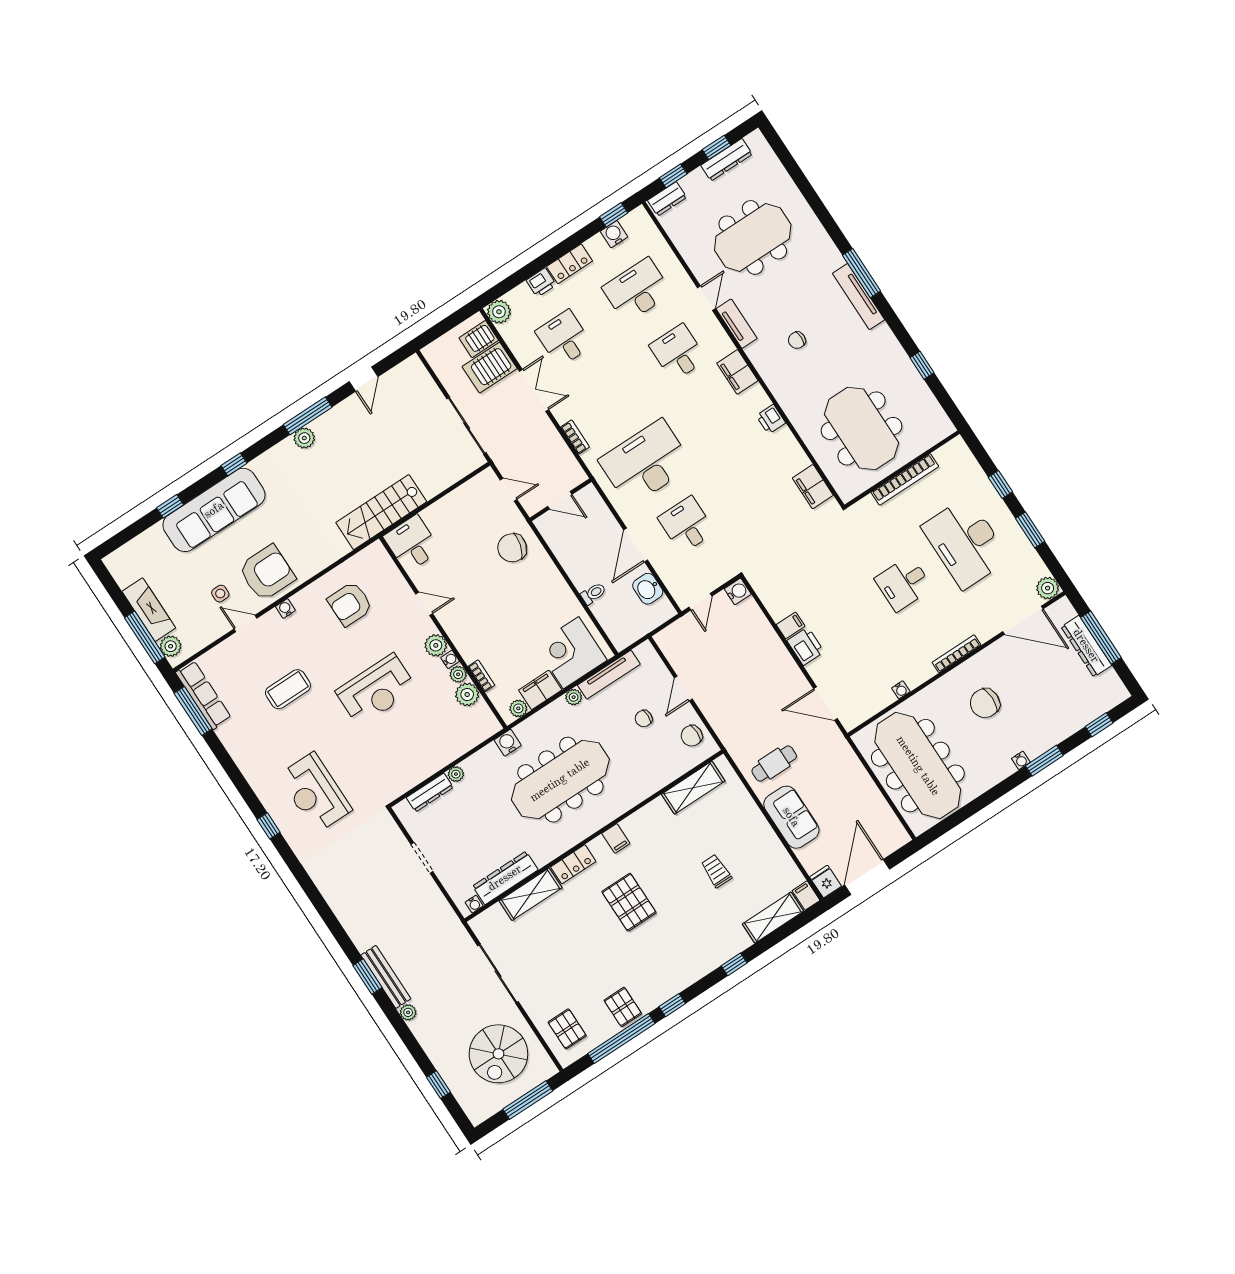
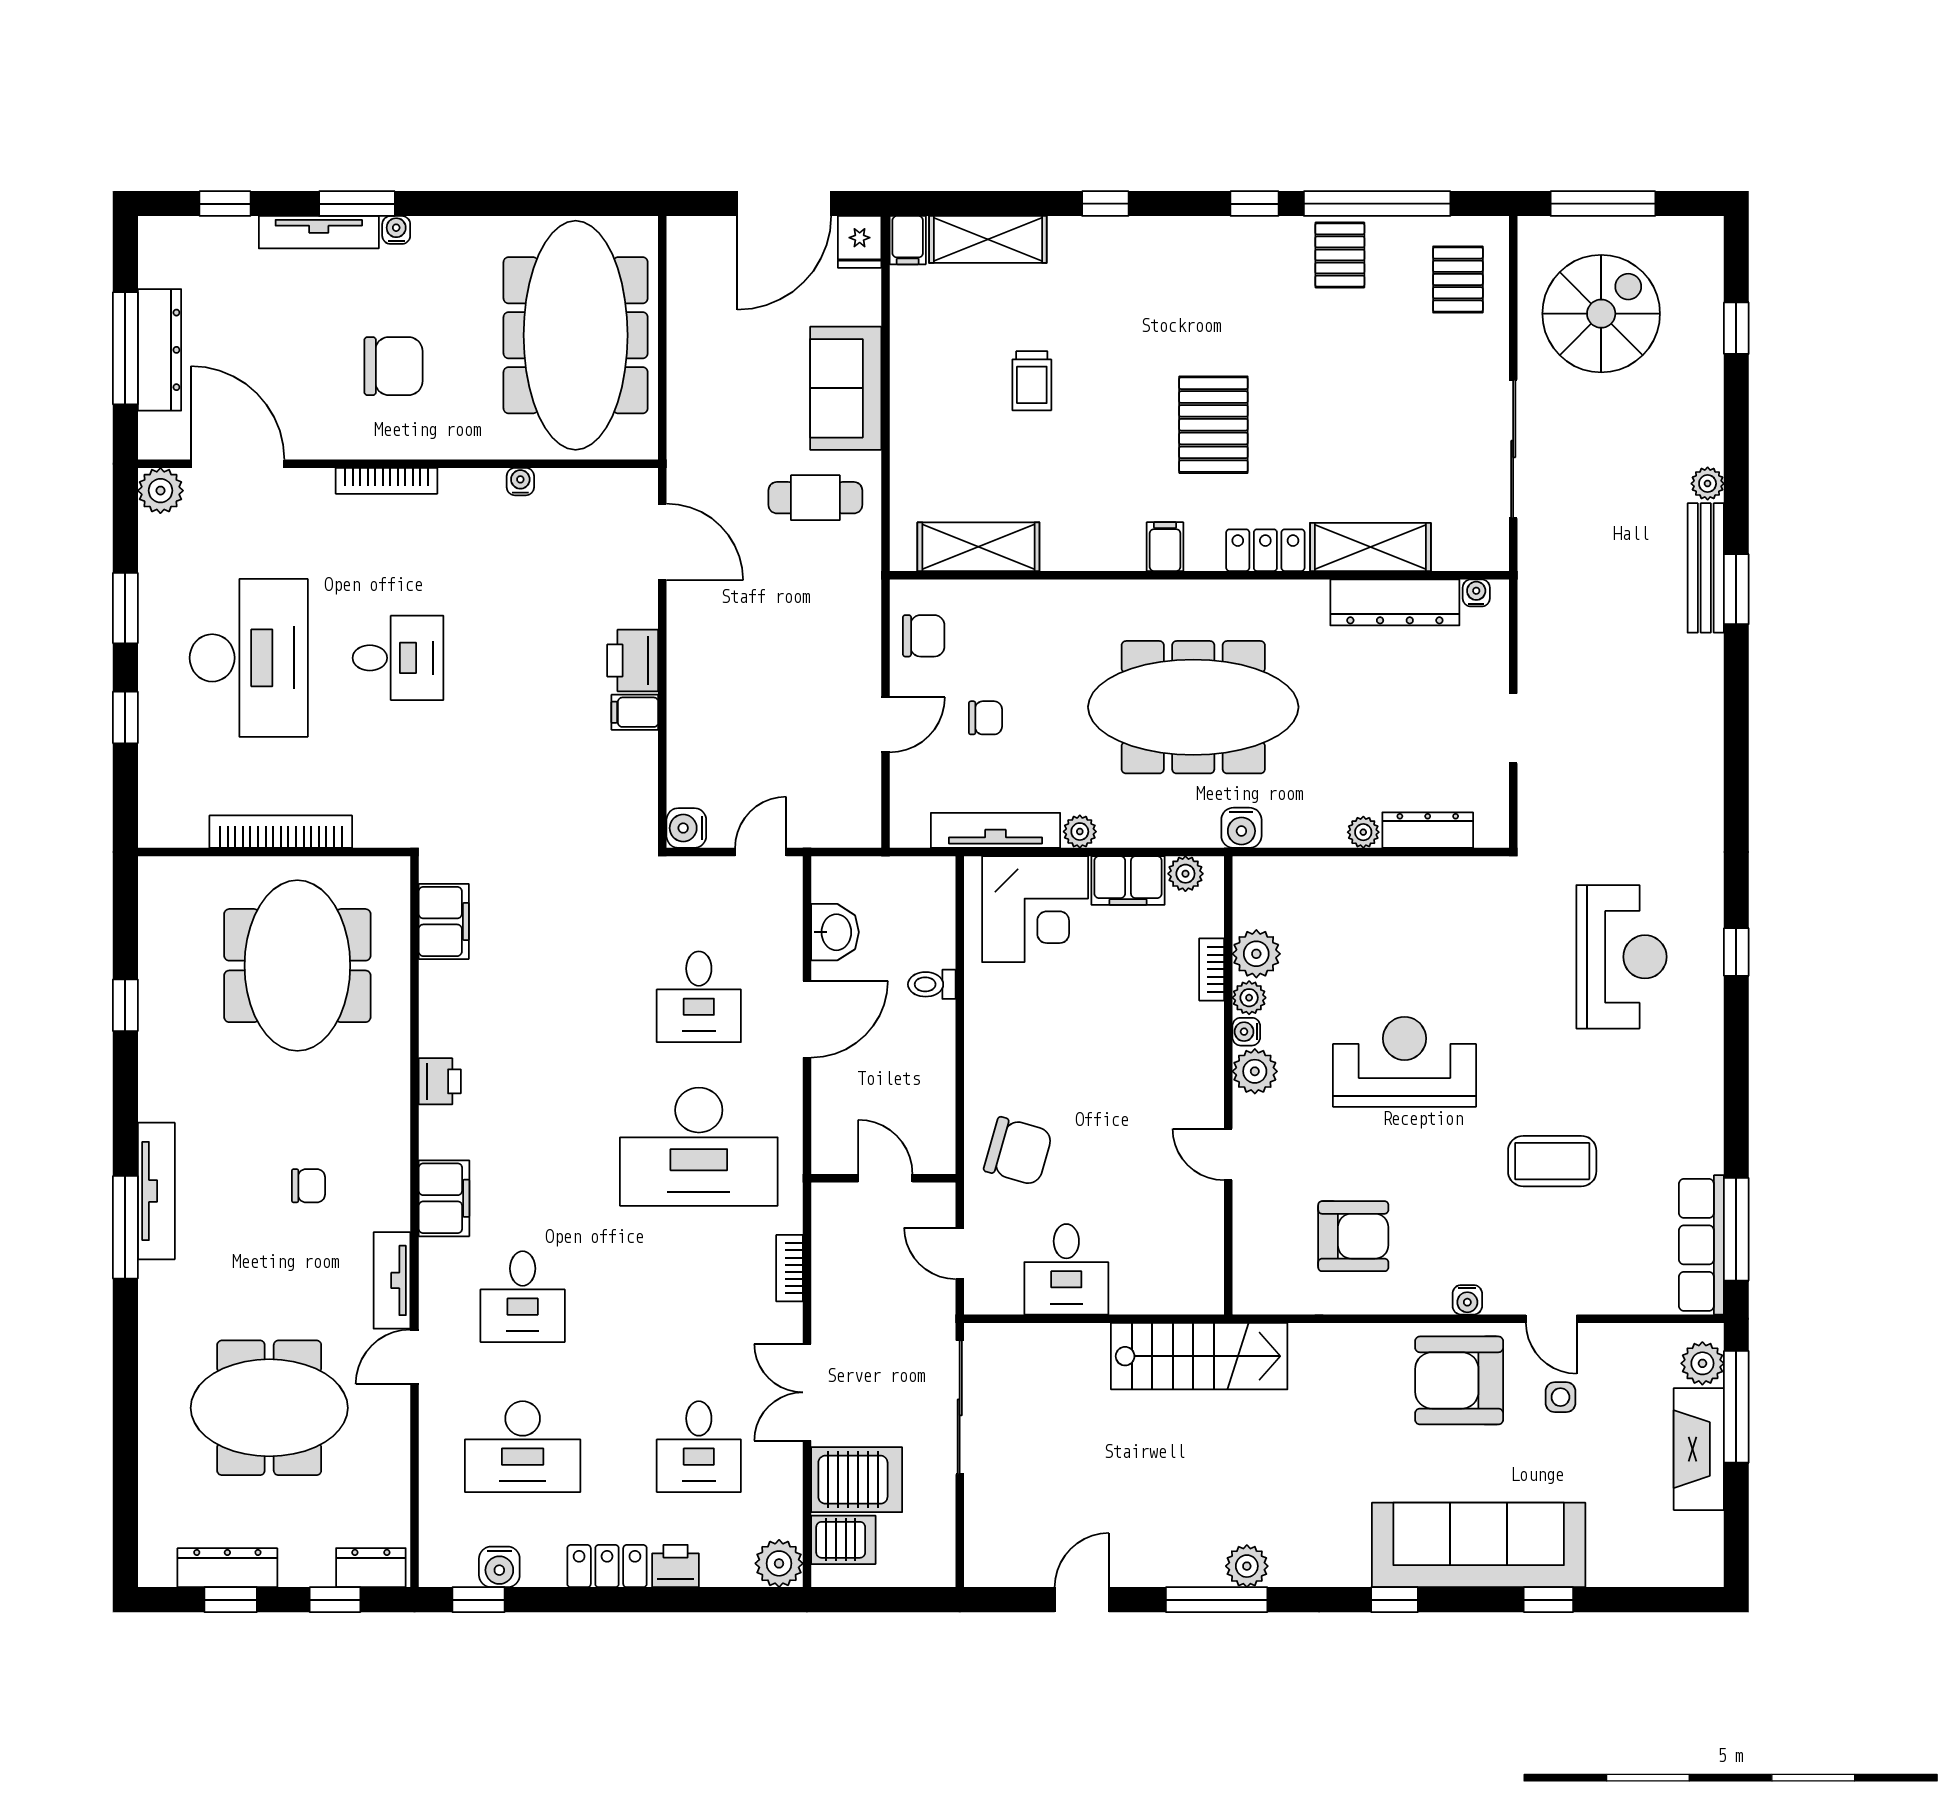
desk: (412, 543) -> (1066, 1269), moved
tv unit: (1052, 738) -> (319, 232), added

